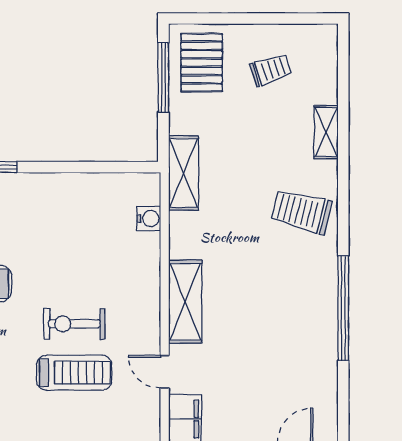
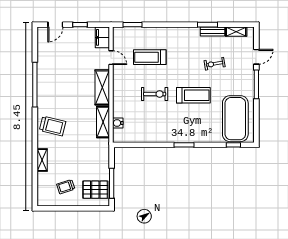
pallet: (202, 63) -> (95, 190), turned 90
shelving: (183, 173) -> (103, 122), moved
exercise bike: (74, 324) -> (155, 94), moved

